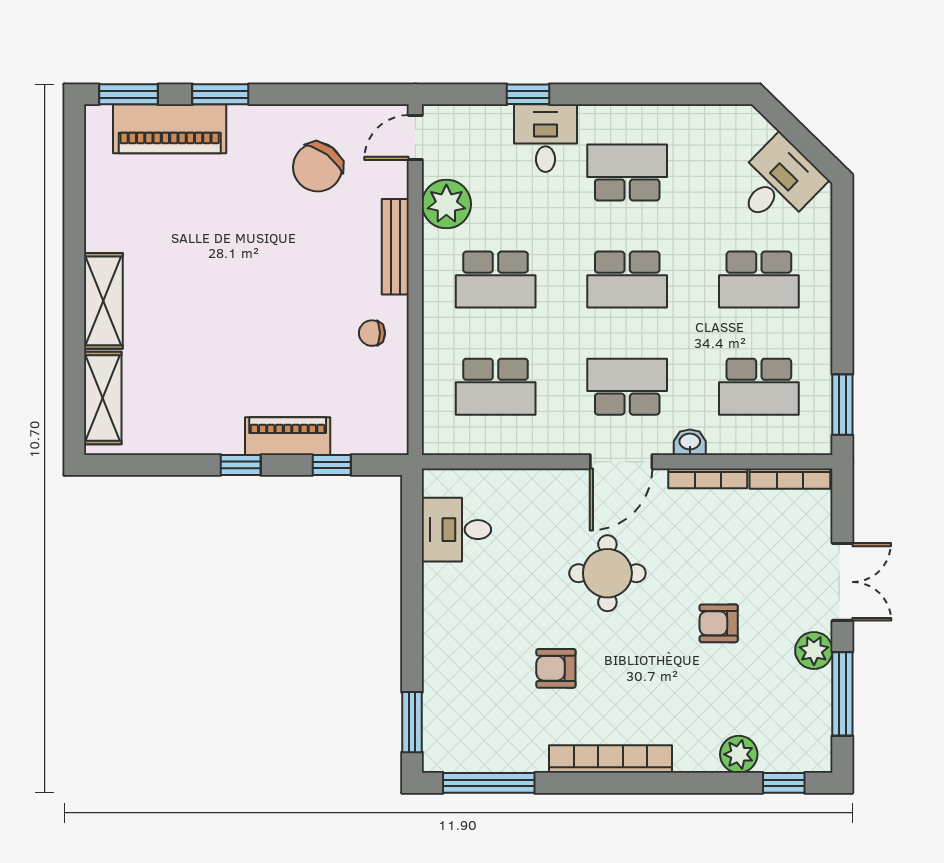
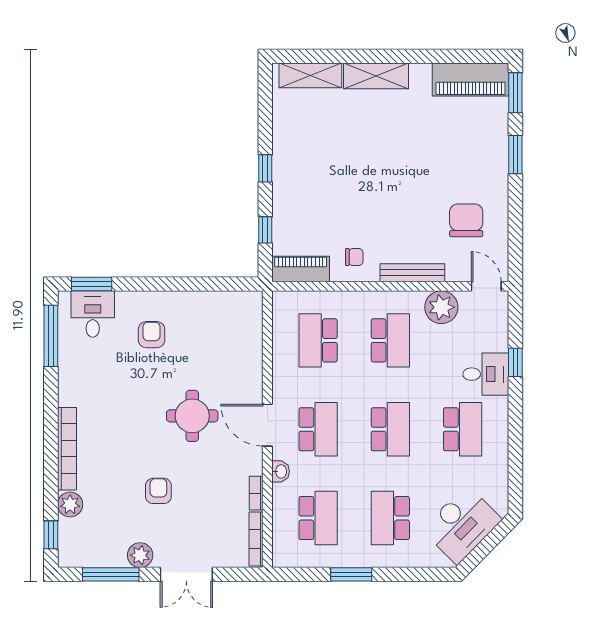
piano: (170, 129) -> (471, 79), moved, turned -90
chair: (318, 167) -> (466, 220), turned 53
desk: (778, 183) -> (462, 525), width x1.37
school desk: (496, 280) -> (390, 340), turned 180
school desk: (627, 280) -> (390, 429), turned 180
chair: (372, 333) -> (354, 257), turned 90
school desk: (759, 387) -> (318, 518), turned 180
window: (842, 405) -> (351, 574), moved
piano: (288, 436) -> (301, 269), moved, turned -90
bookcase: (708, 478) -> (256, 493), width x0.64
desk: (456, 530) -> (93, 314), moved
armchair: (556, 668) -> (152, 335), moved
bookcase: (610, 759) -> (67, 449), moved

